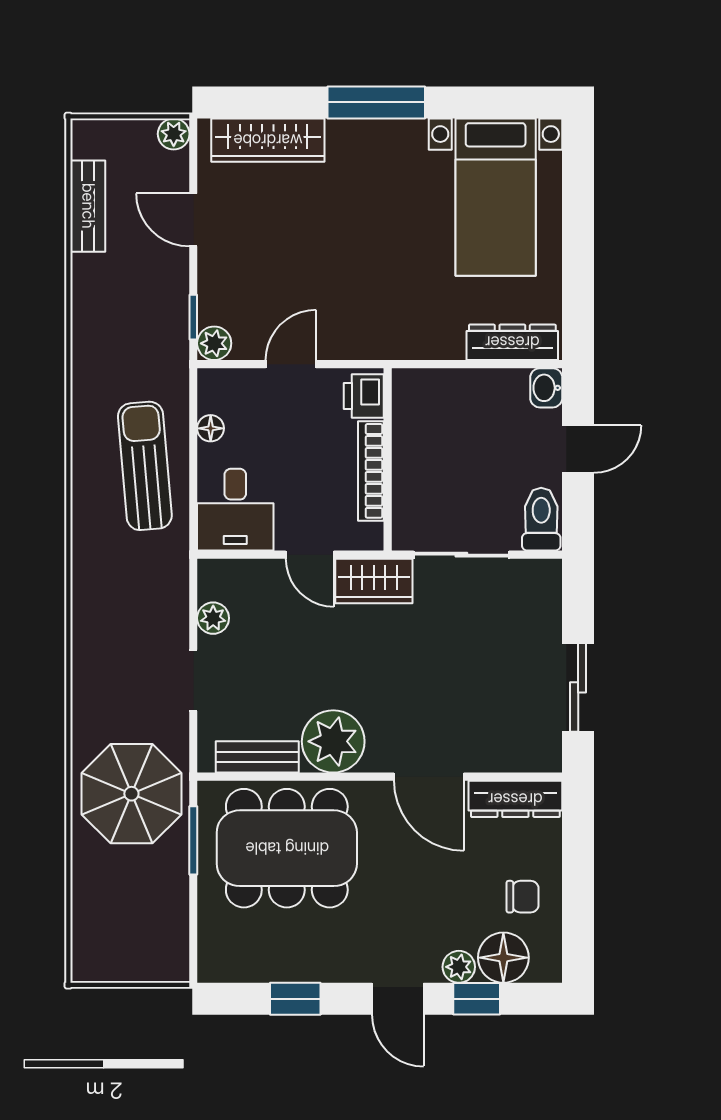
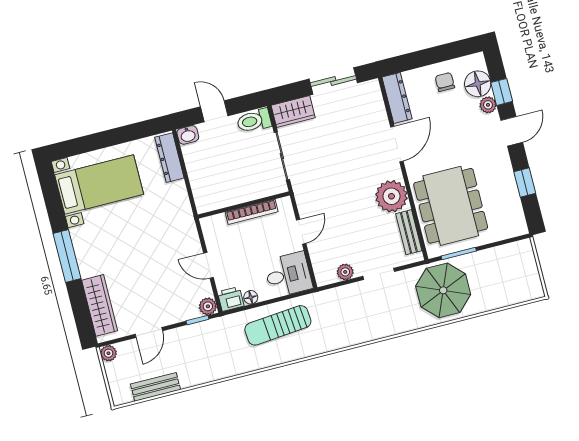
printer: (364, 396) -> (231, 299), moved, turned 180
wardrobe: (374, 581) -> (293, 112), moved, turned 90

